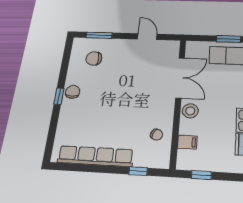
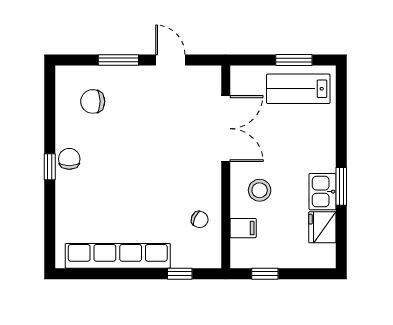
window: (99, 35) -> (118, 60), moved
stool: (190, 111) -> (260, 190), moved

